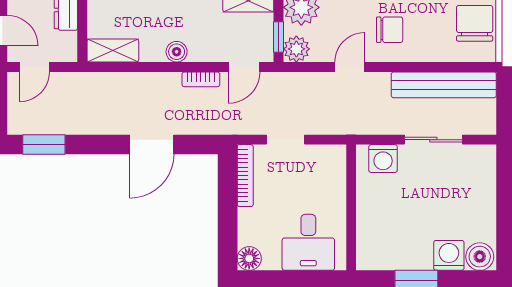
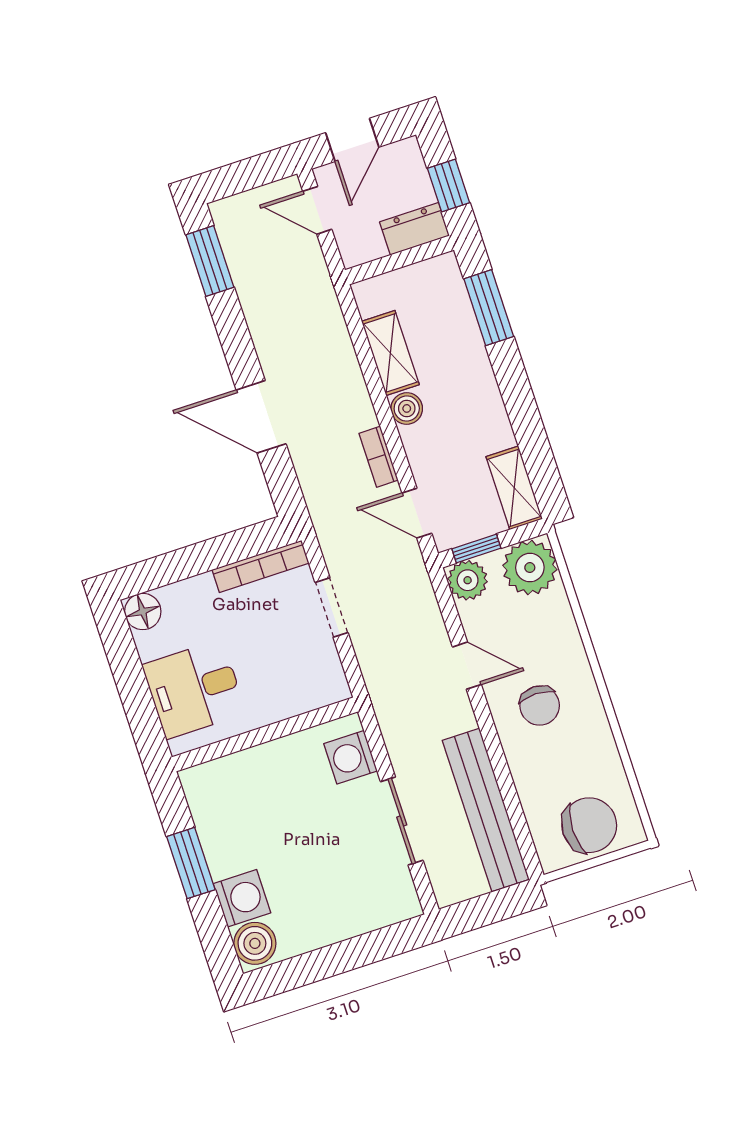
shelving: (113, 51) -> (390, 353), moved

